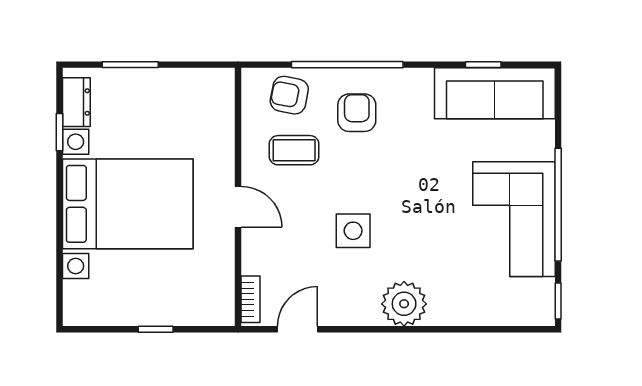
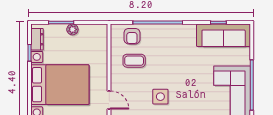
plant: (156, 80) -> (72, 29), added
armchair: (289, 95) -> (132, 36), turned -101
armchair: (357, 113) -> (162, 44), removed
door: (238, 207) -> (109, 100), moved

